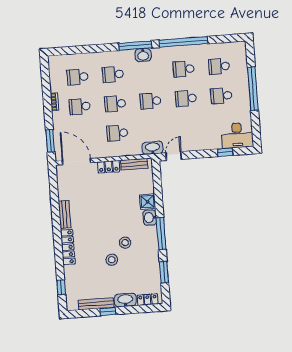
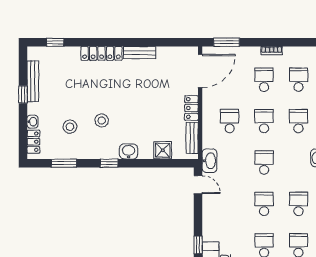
shower: (148, 202) -> (163, 150), moved
window: (161, 233) -> (109, 163), width x0.46
stool: (112, 260) -> (70, 127), moved
washbasin: (125, 300) -> (32, 122), width x0.52, depth x0.69

